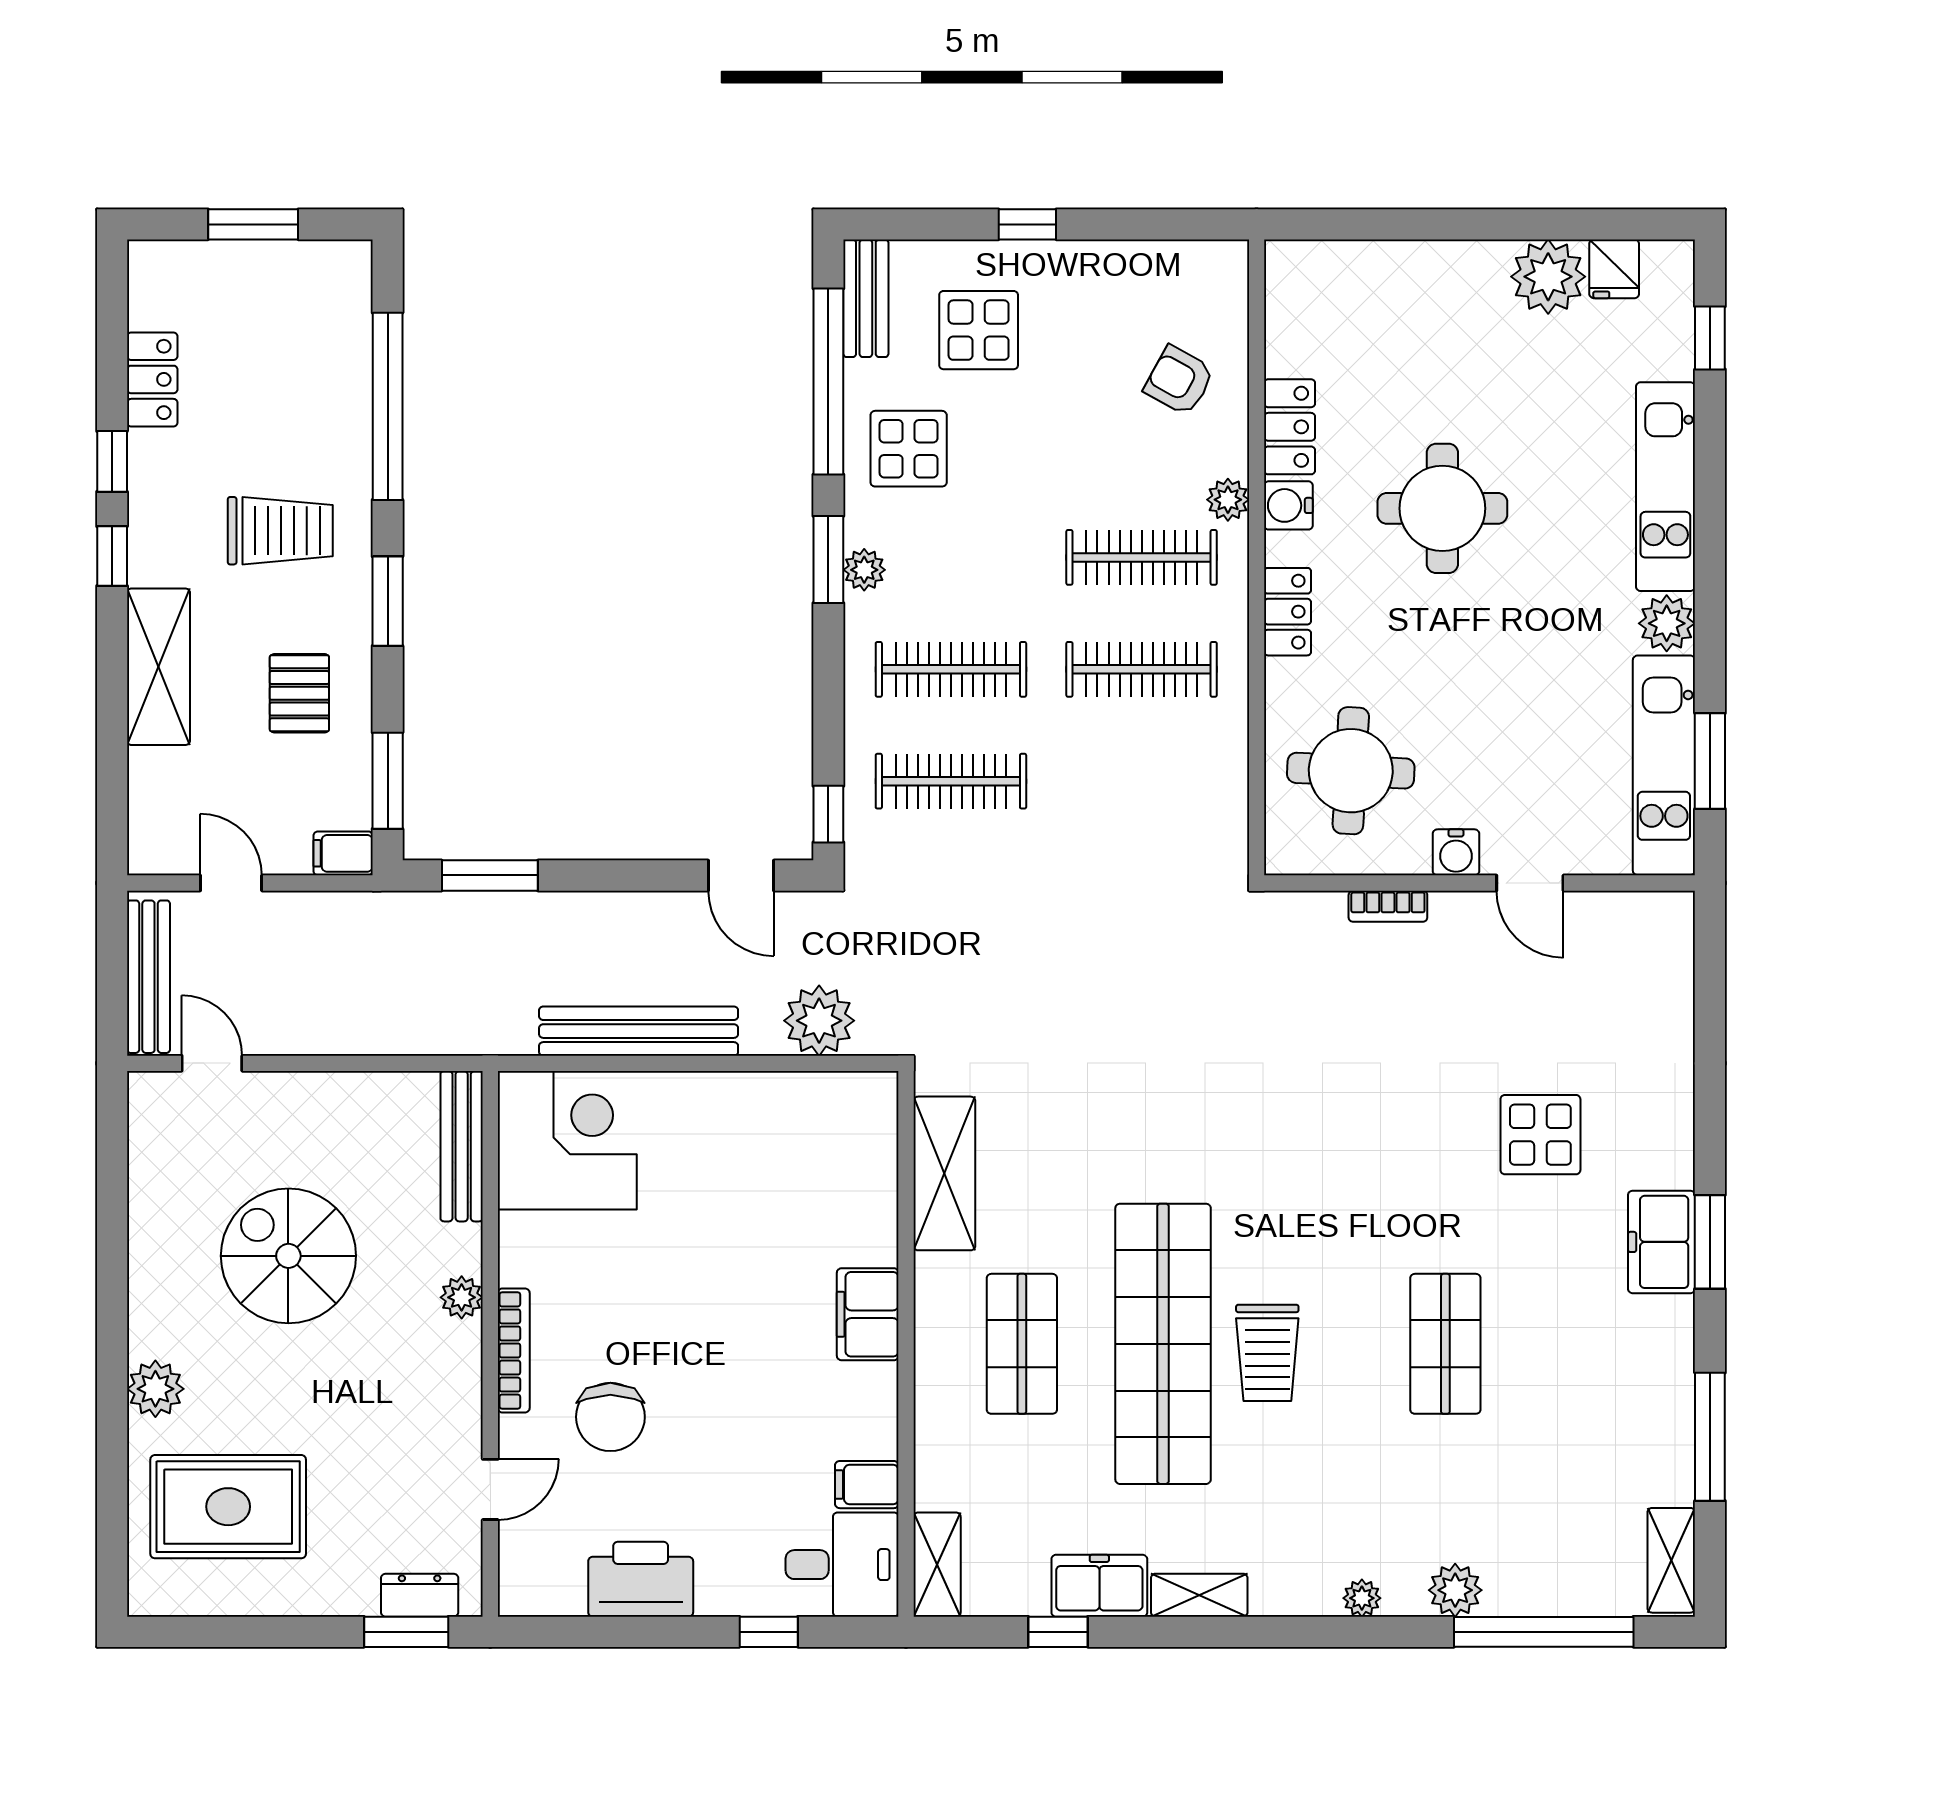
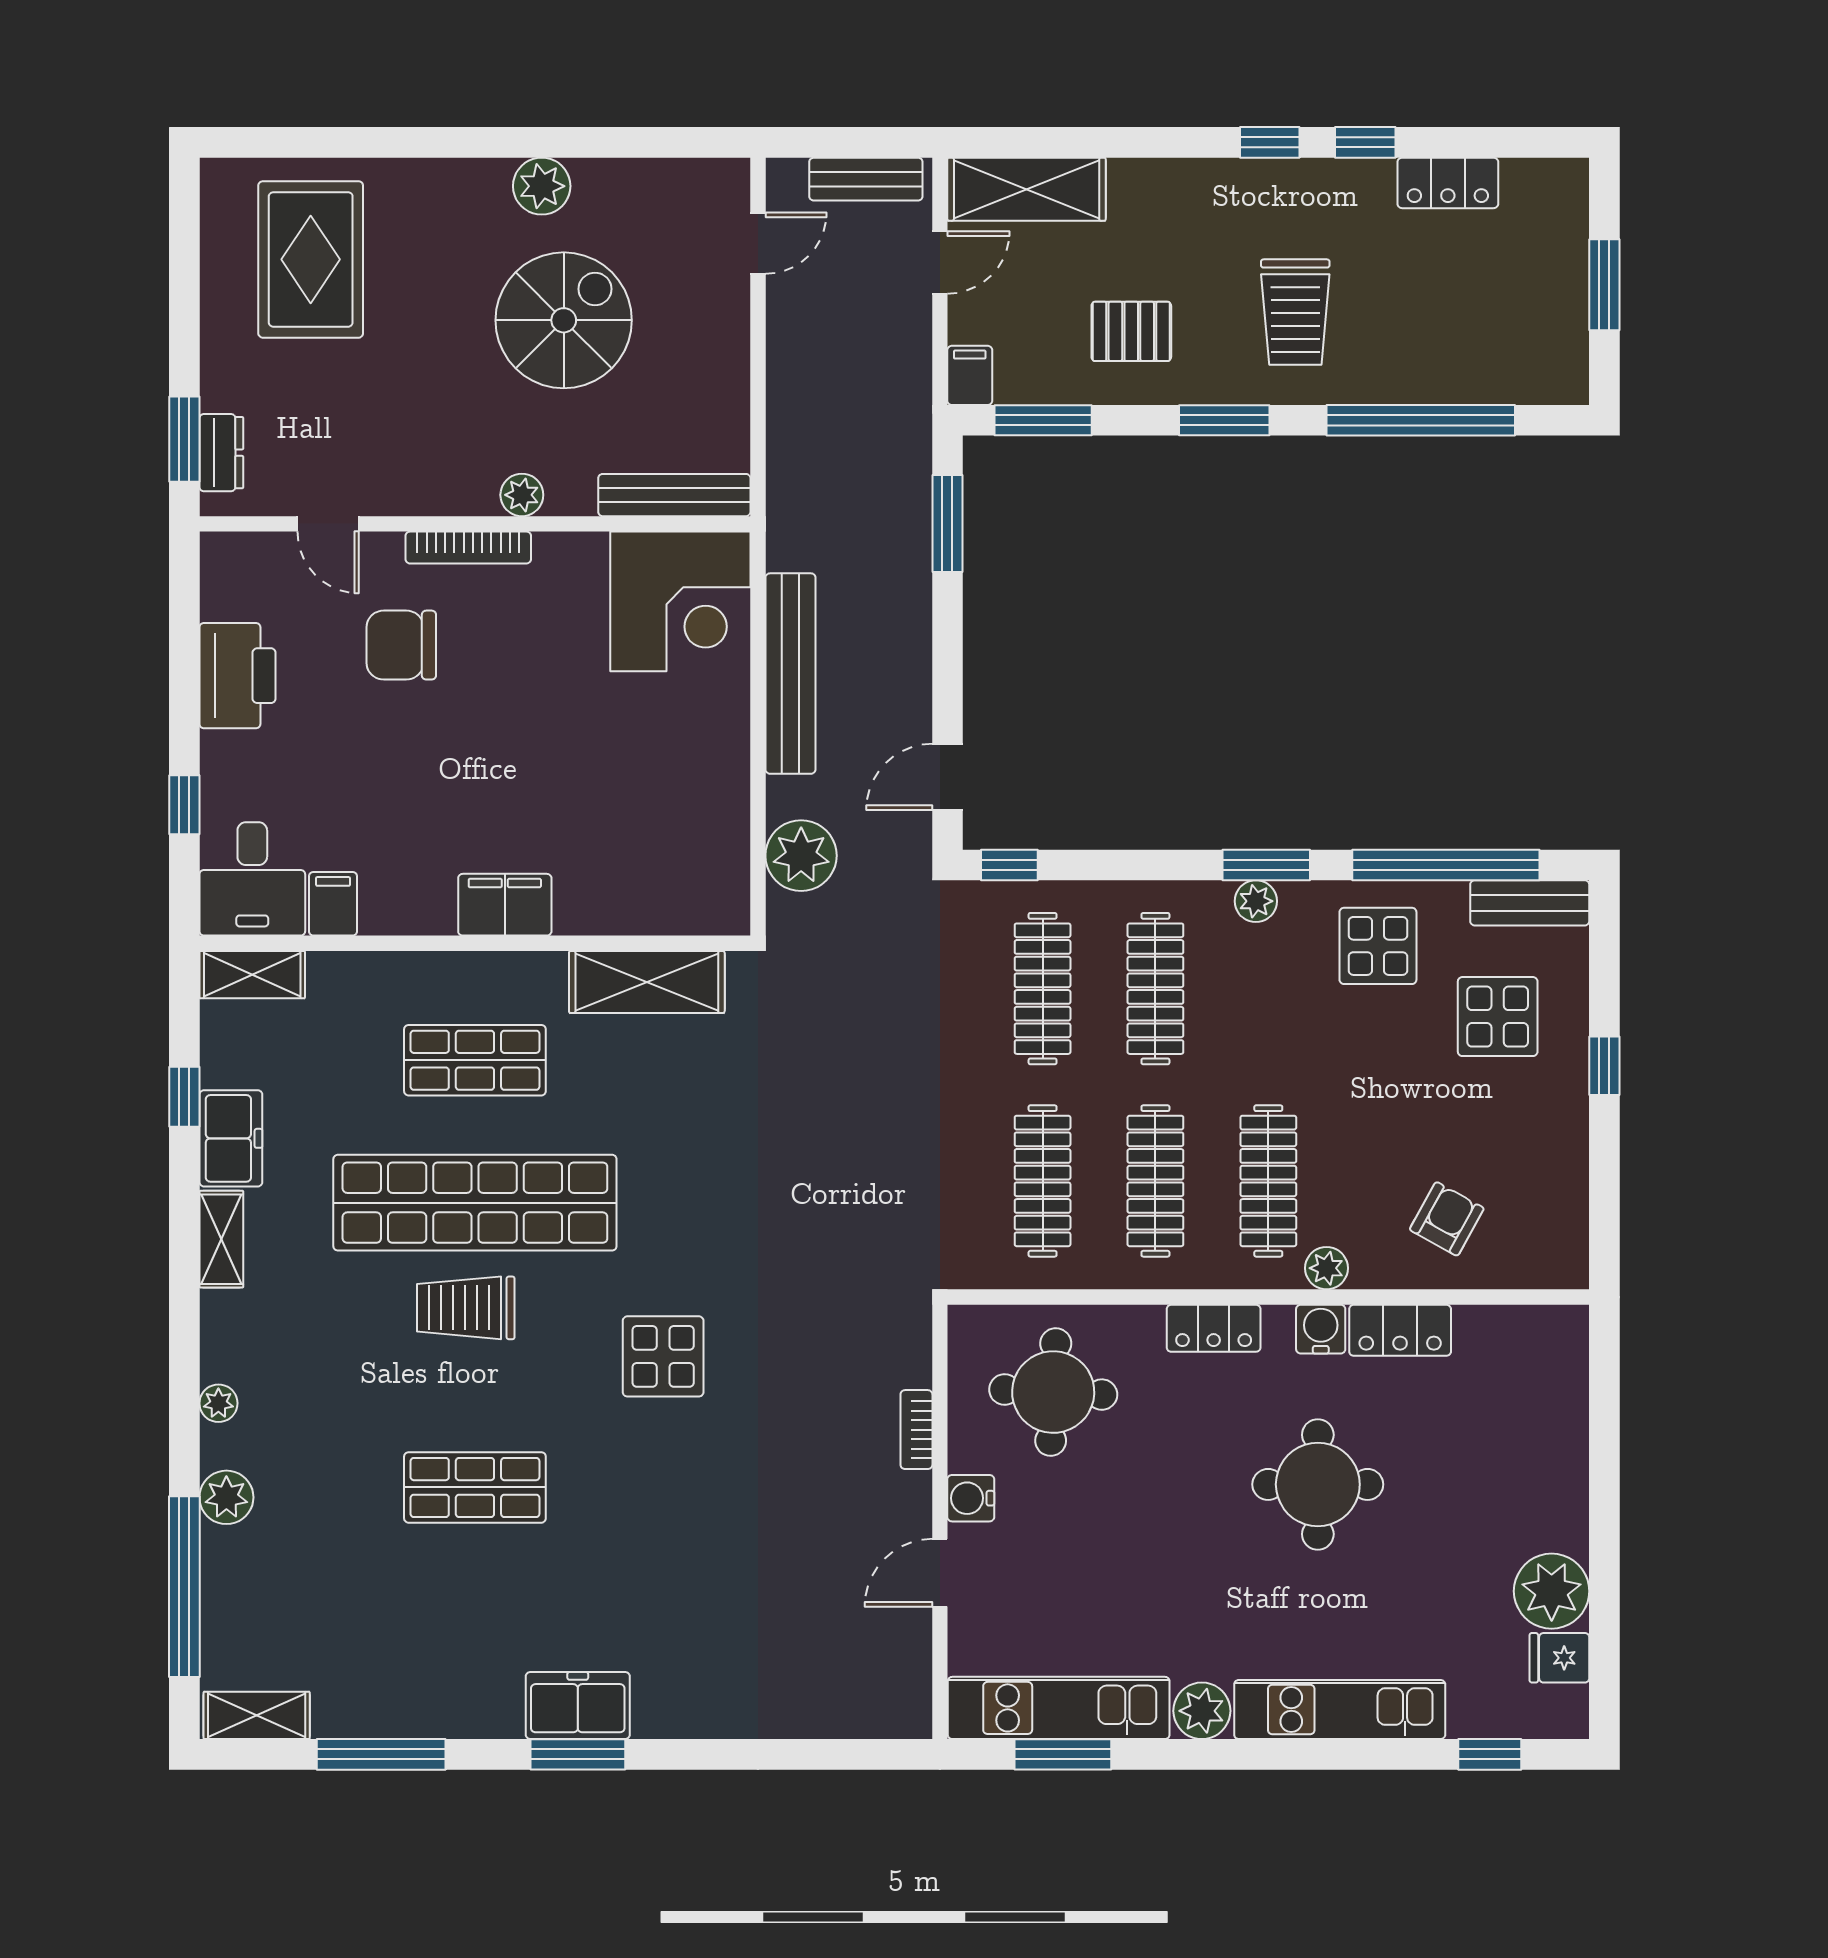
shelving: (158, 667) -> (1027, 189), moved
clothes rail: (1142, 781) -> (1043, 1181), added
bench: (148, 977) -> (866, 179), width x0.73
display table: (1540, 1135) -> (663, 1356), moved
plant: (155, 1389) -> (542, 186), moved

